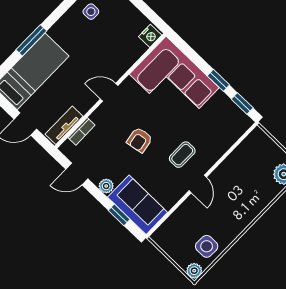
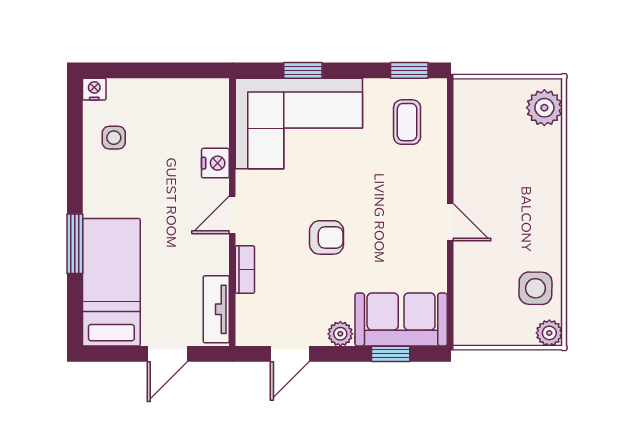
nightstand: (150, 36) -> (215, 163), moved
window: (218, 80) -> (303, 70), moved
bookcase: (81, 131) -> (245, 270), moved
armchair: (140, 140) -> (327, 237), turned -80
coffee table: (182, 155) -> (407, 122), moved

